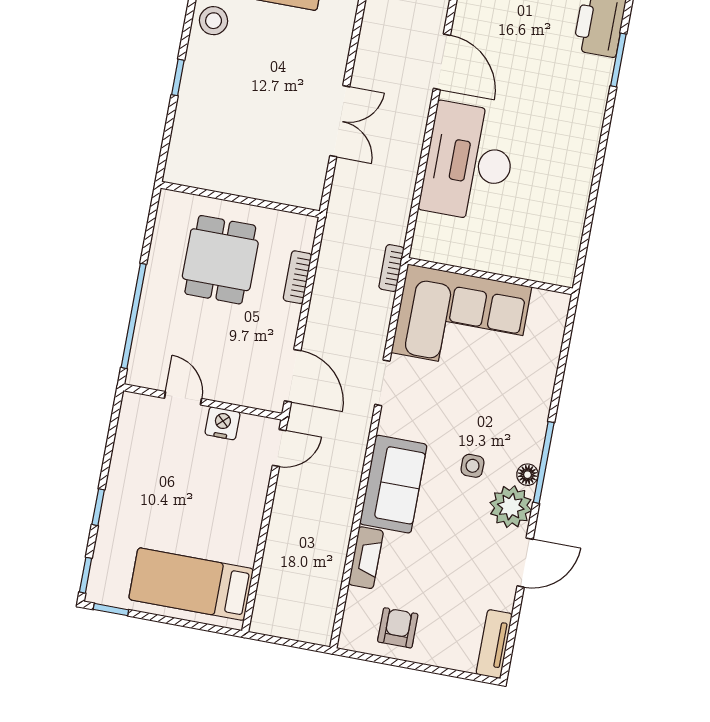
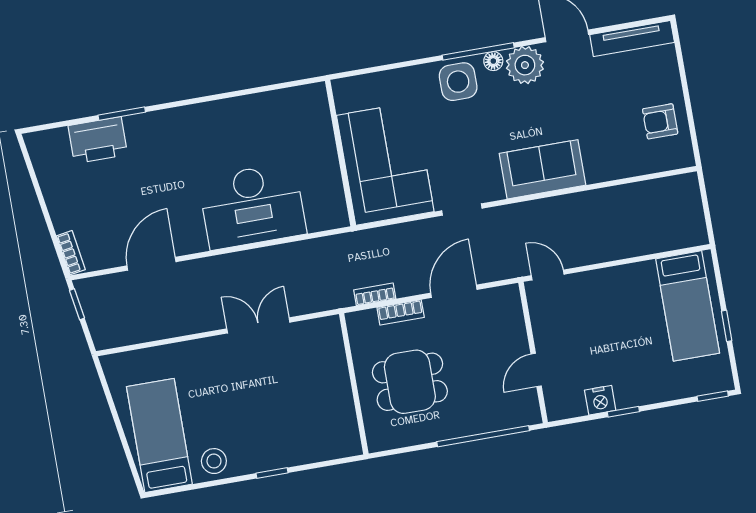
door: (442, 62) -> (151, 264), moved
bookcase: (391, 268) -> (375, 294), moved, turned 180
door: (293, 376) -> (454, 291), moved
nightstand: (222, 423) -> (600, 400), moved, turned -90
side table: (472, 466) -> (458, 82), moved, width x1.87, depth x1.87
window: (98, 507) -> (623, 412), moved
fireplace: (366, 558) -> (612, 169), removed
window: (111, 610) -> (727, 326), moved
tv unit: (494, 644) -> (632, 39), width x1.41

